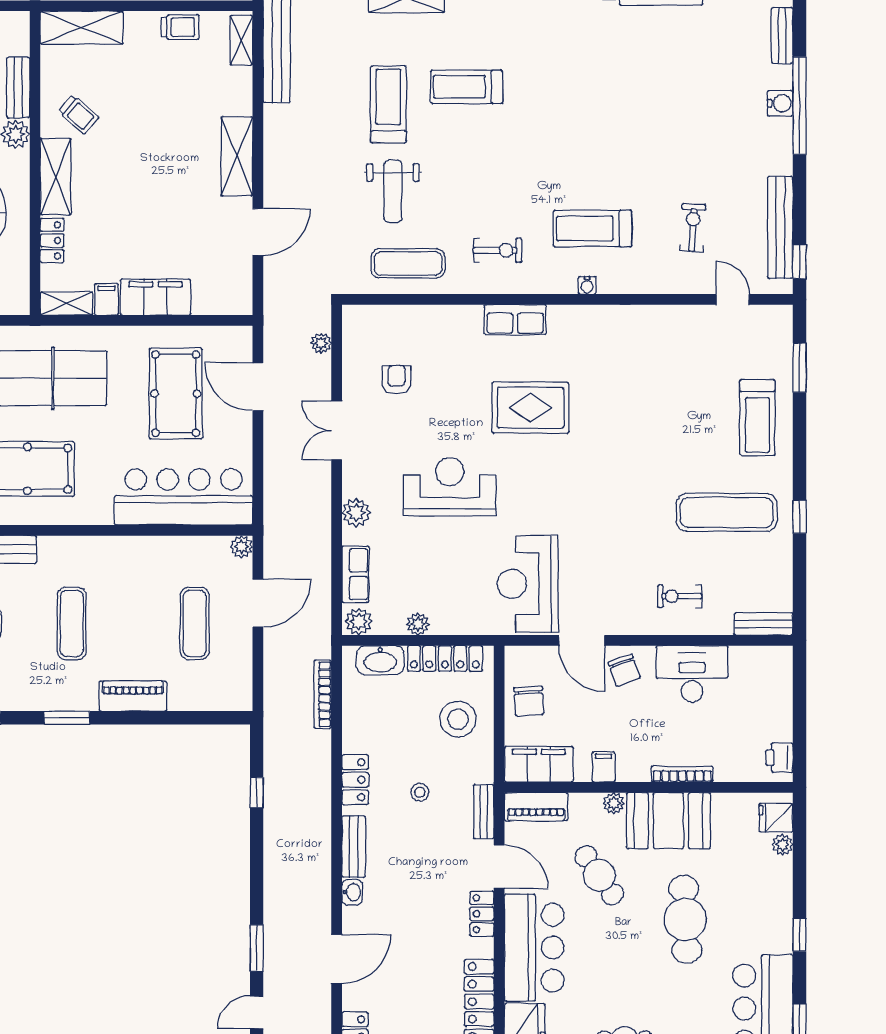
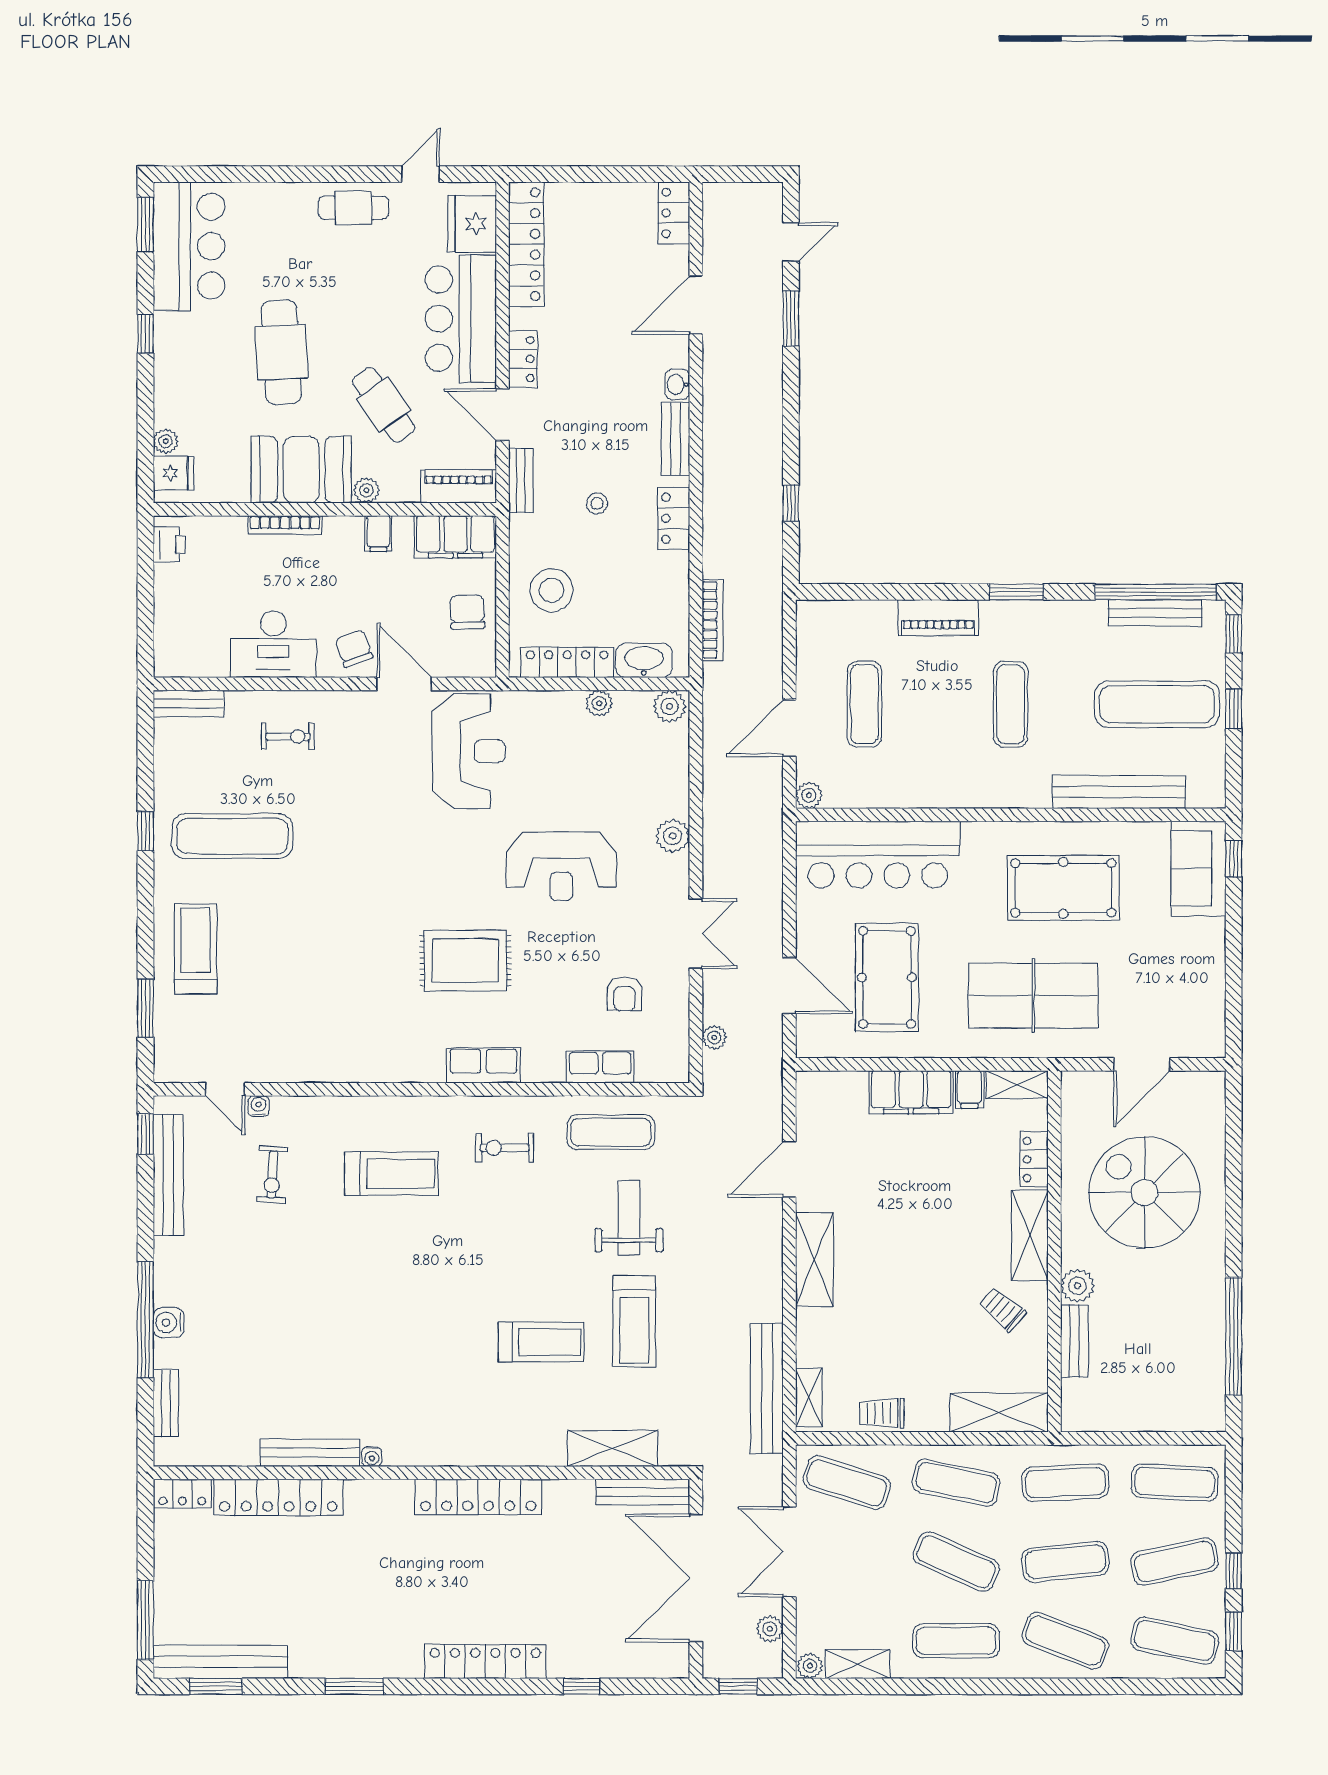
water cooler: (587, 285) -> (258, 1106), moved
row of seats: (355, 574) -> (600, 1067), moved, turned 90

